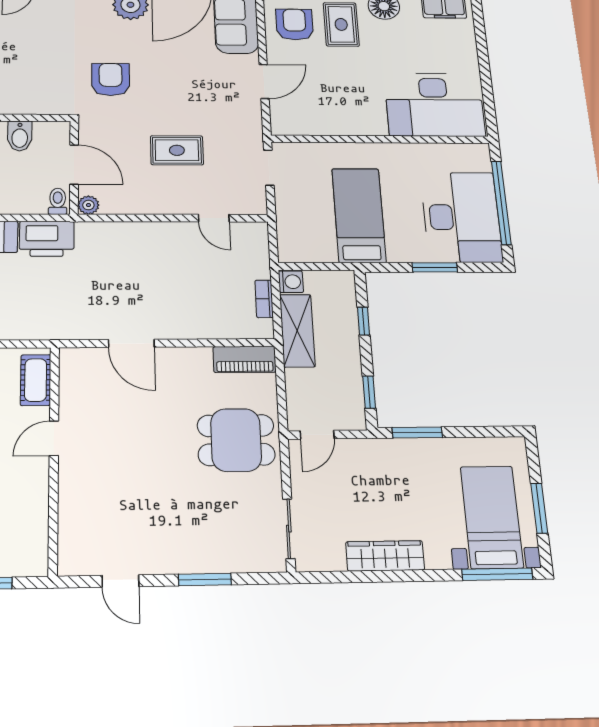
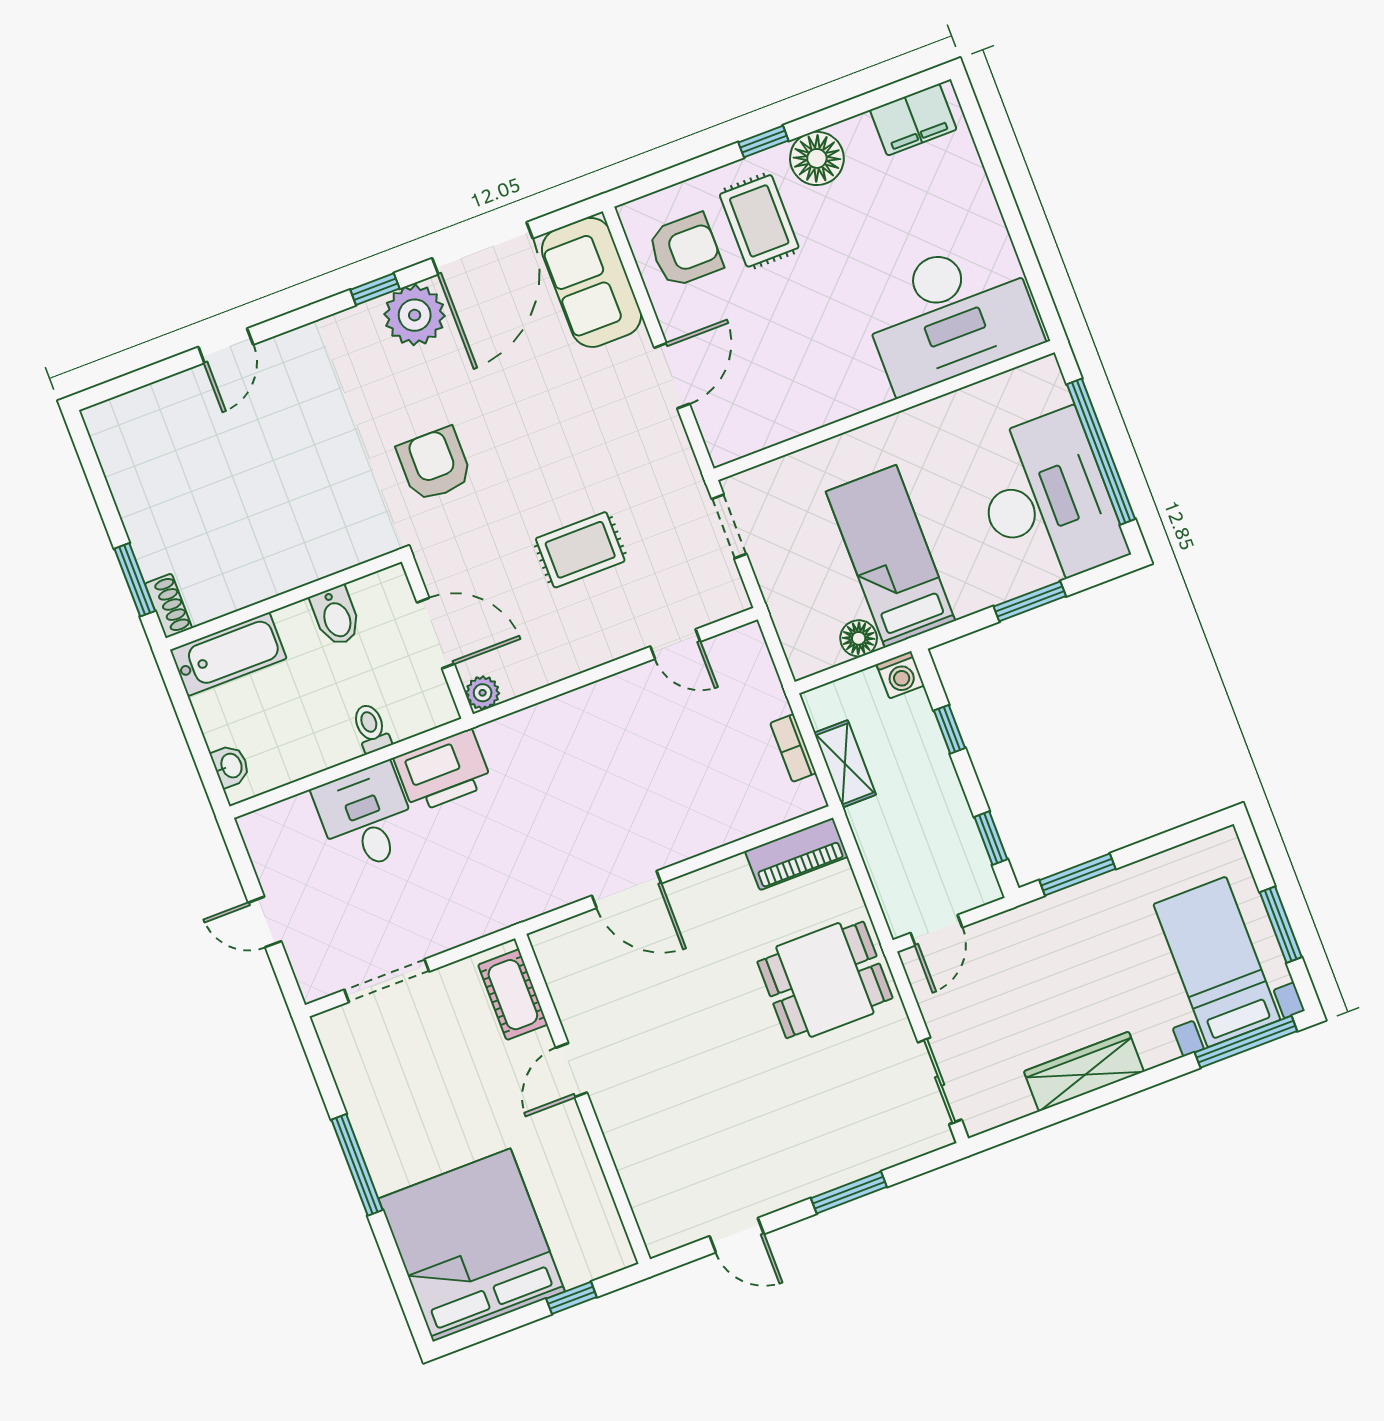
armchair: (295, 24) -> (685, 250), turned 90
toilet: (58, 201) -> (371, 728), moved
floor lamp: (325, 252) -> (859, 638), added
washing machine: (291, 282) -> (900, 675), moved, turned 90
shelving: (297, 331) -> (845, 764), width x0.67, depth x0.75

